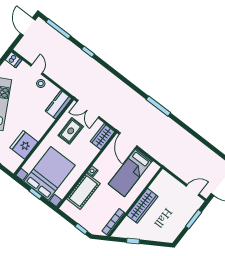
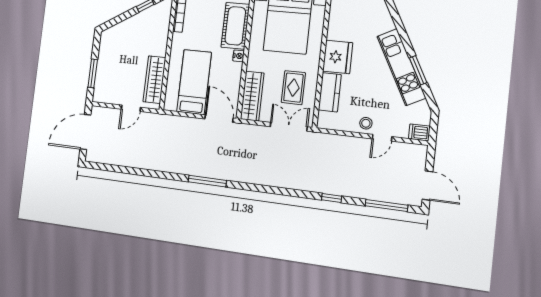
door: (37, 69) -> (382, 138), hinge flipped
kitchen counter: (58, 105) -> (330, 92), moved
wardrobe: (103, 137) -> (252, 96), width x1.50
fridge: (24, 145) -> (338, 57), moved
door: (193, 190) -> (131, 108), moved
wardrobe: (142, 206) -> (154, 80), moved

